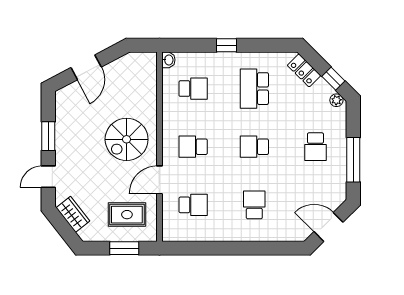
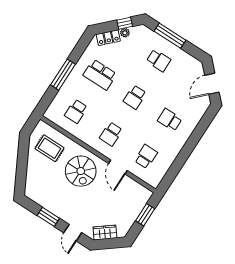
window: (226, 45) -> (63, 75), width x2.17
washbasin: (168, 60) -> (49, 115), removed
door: (86, 67) -> (22, 167), removed
school desk: (193, 89) -> (76, 111), turned 180
plant: (336, 100) -> (125, 33), moved
window: (353, 160) -> (170, 36), moved
rug: (127, 215) -> (50, 148), moved, turned 90

